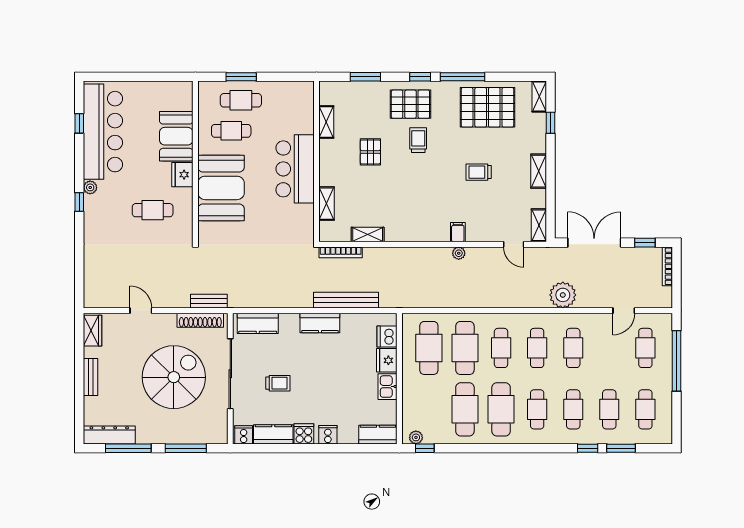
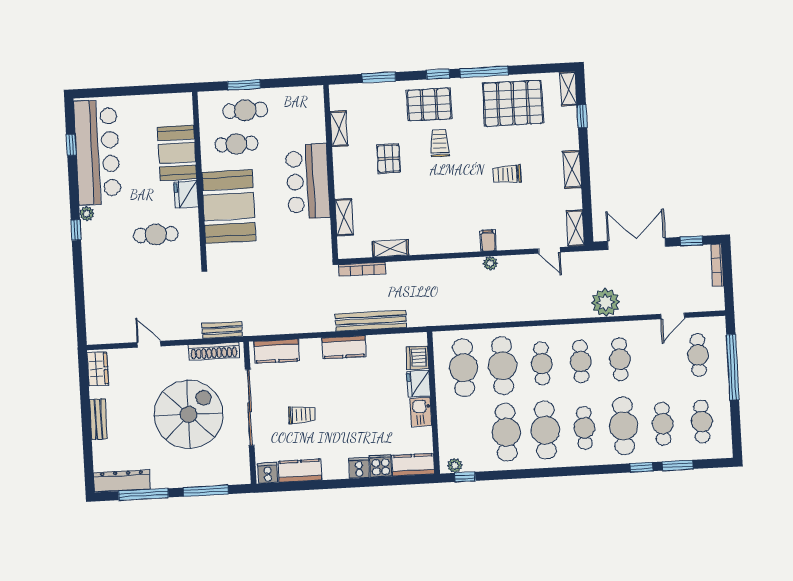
cafe table: (573, 409) -> (624, 426), width x1.37, depth x1.35
cooker: (304, 434) -> (381, 466), moved

